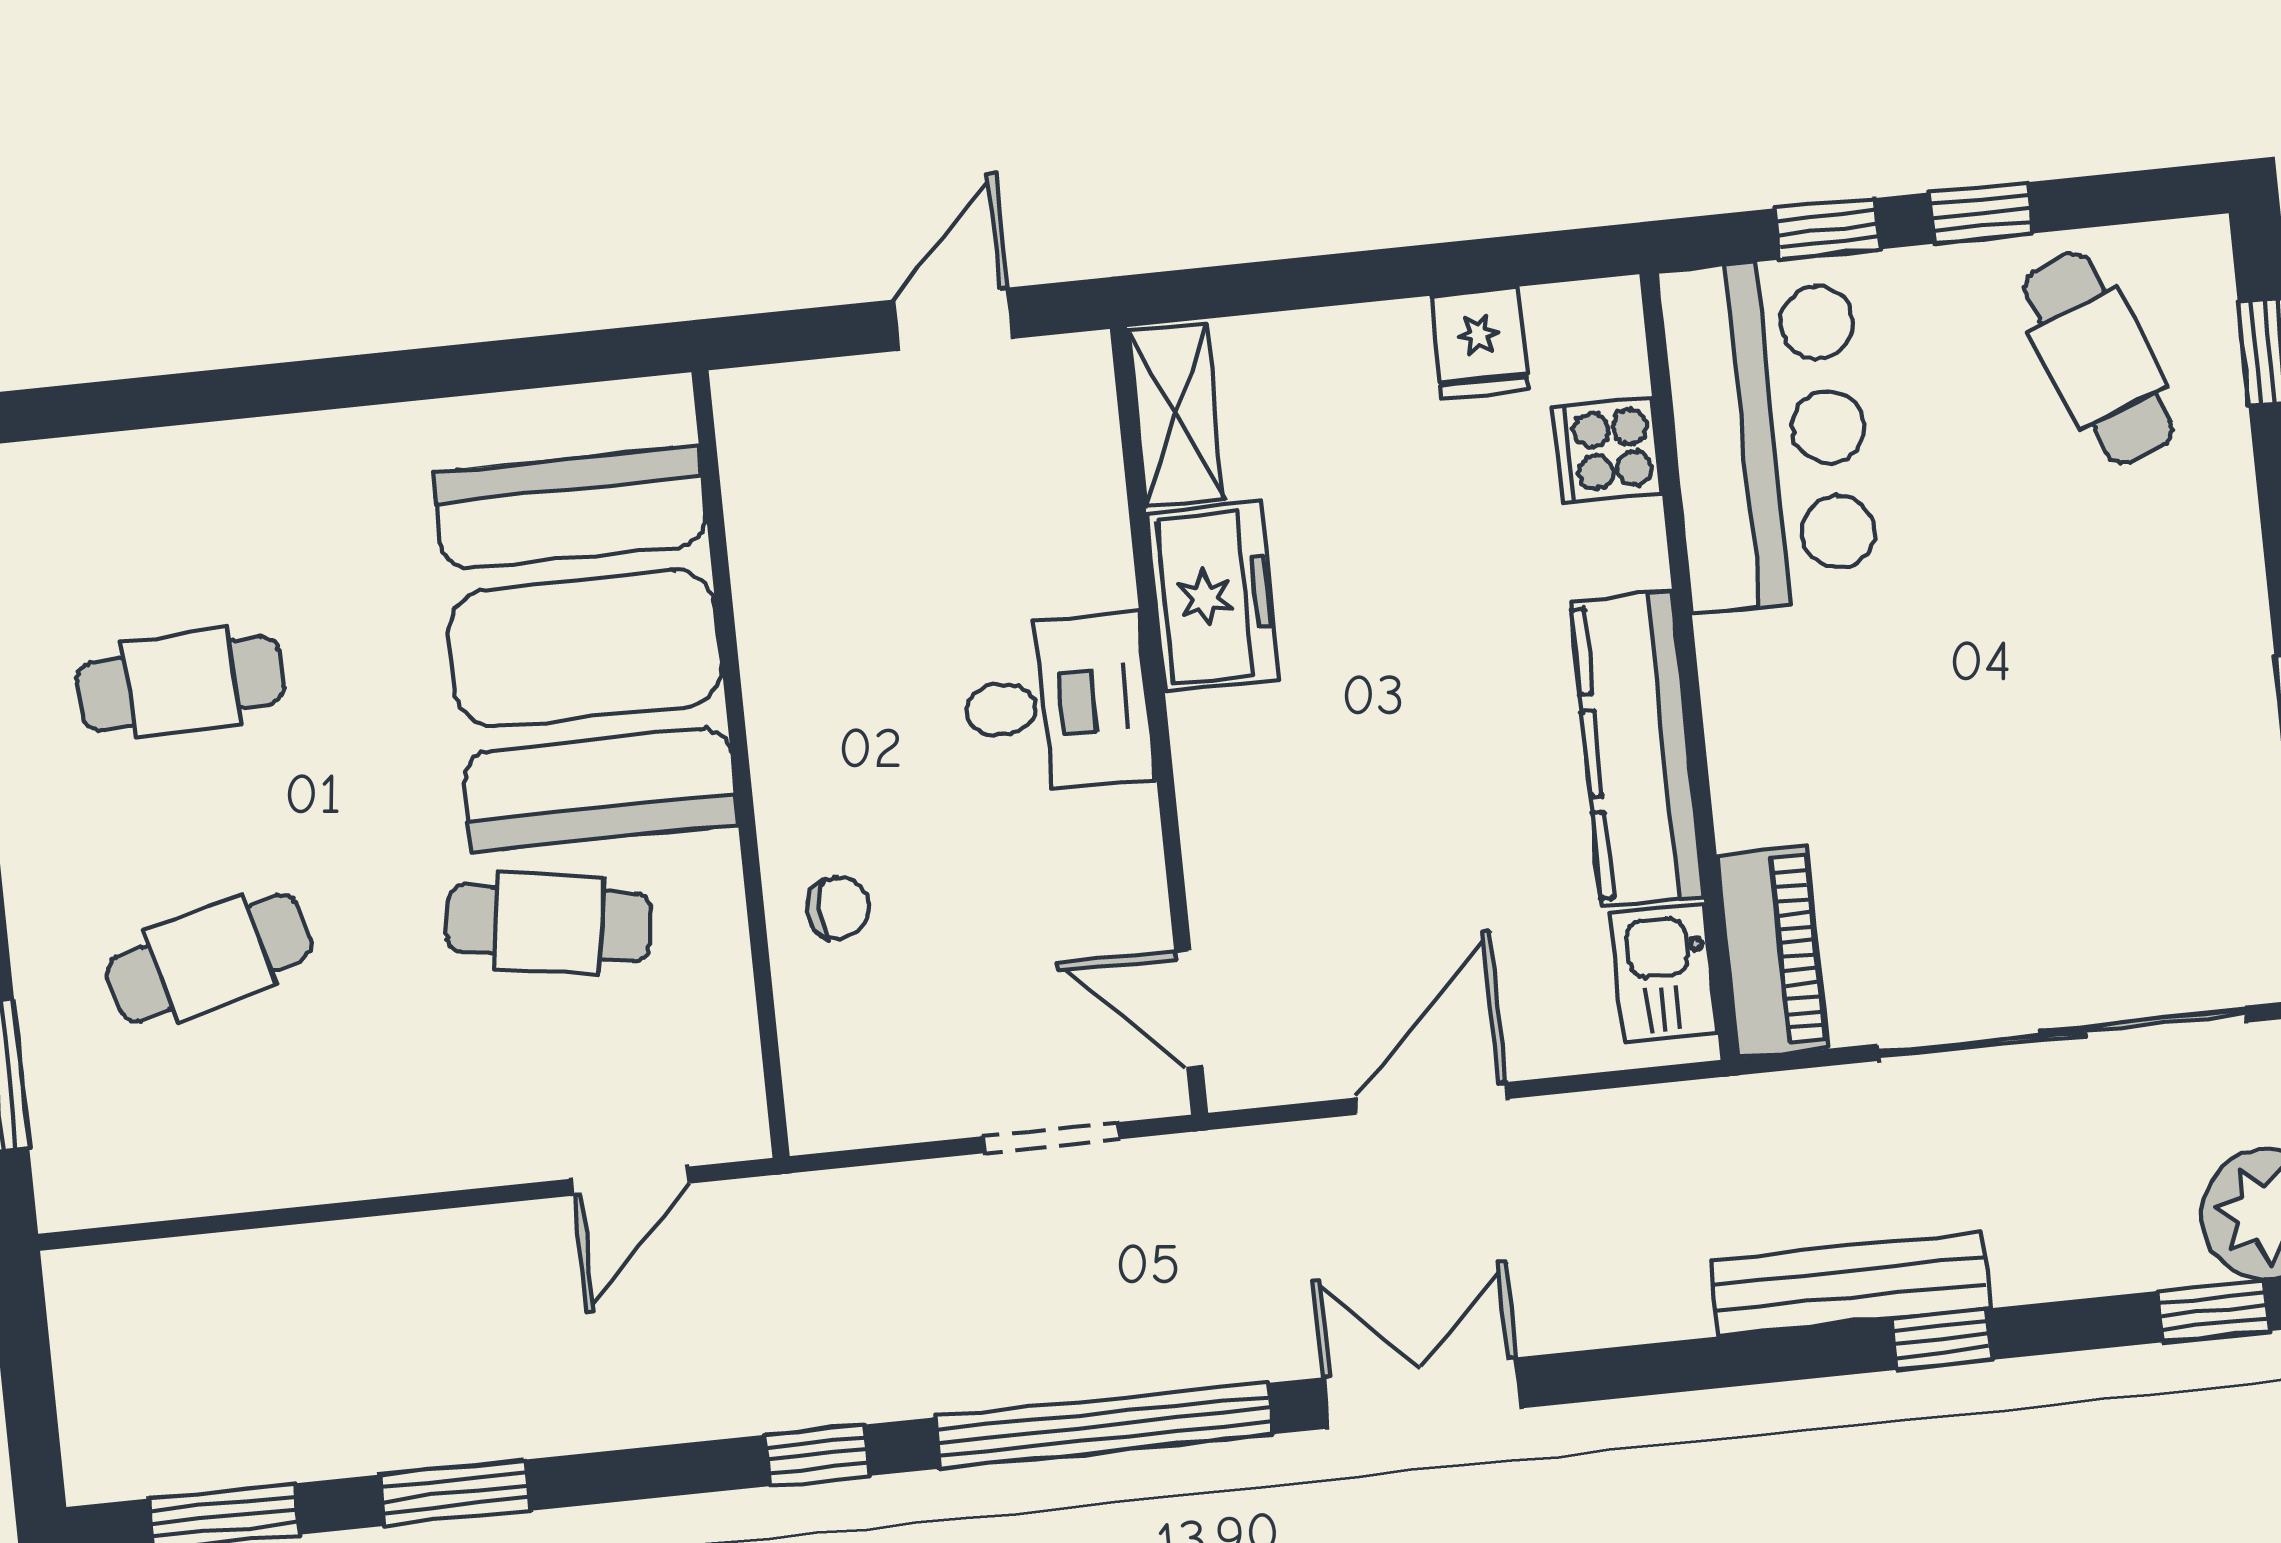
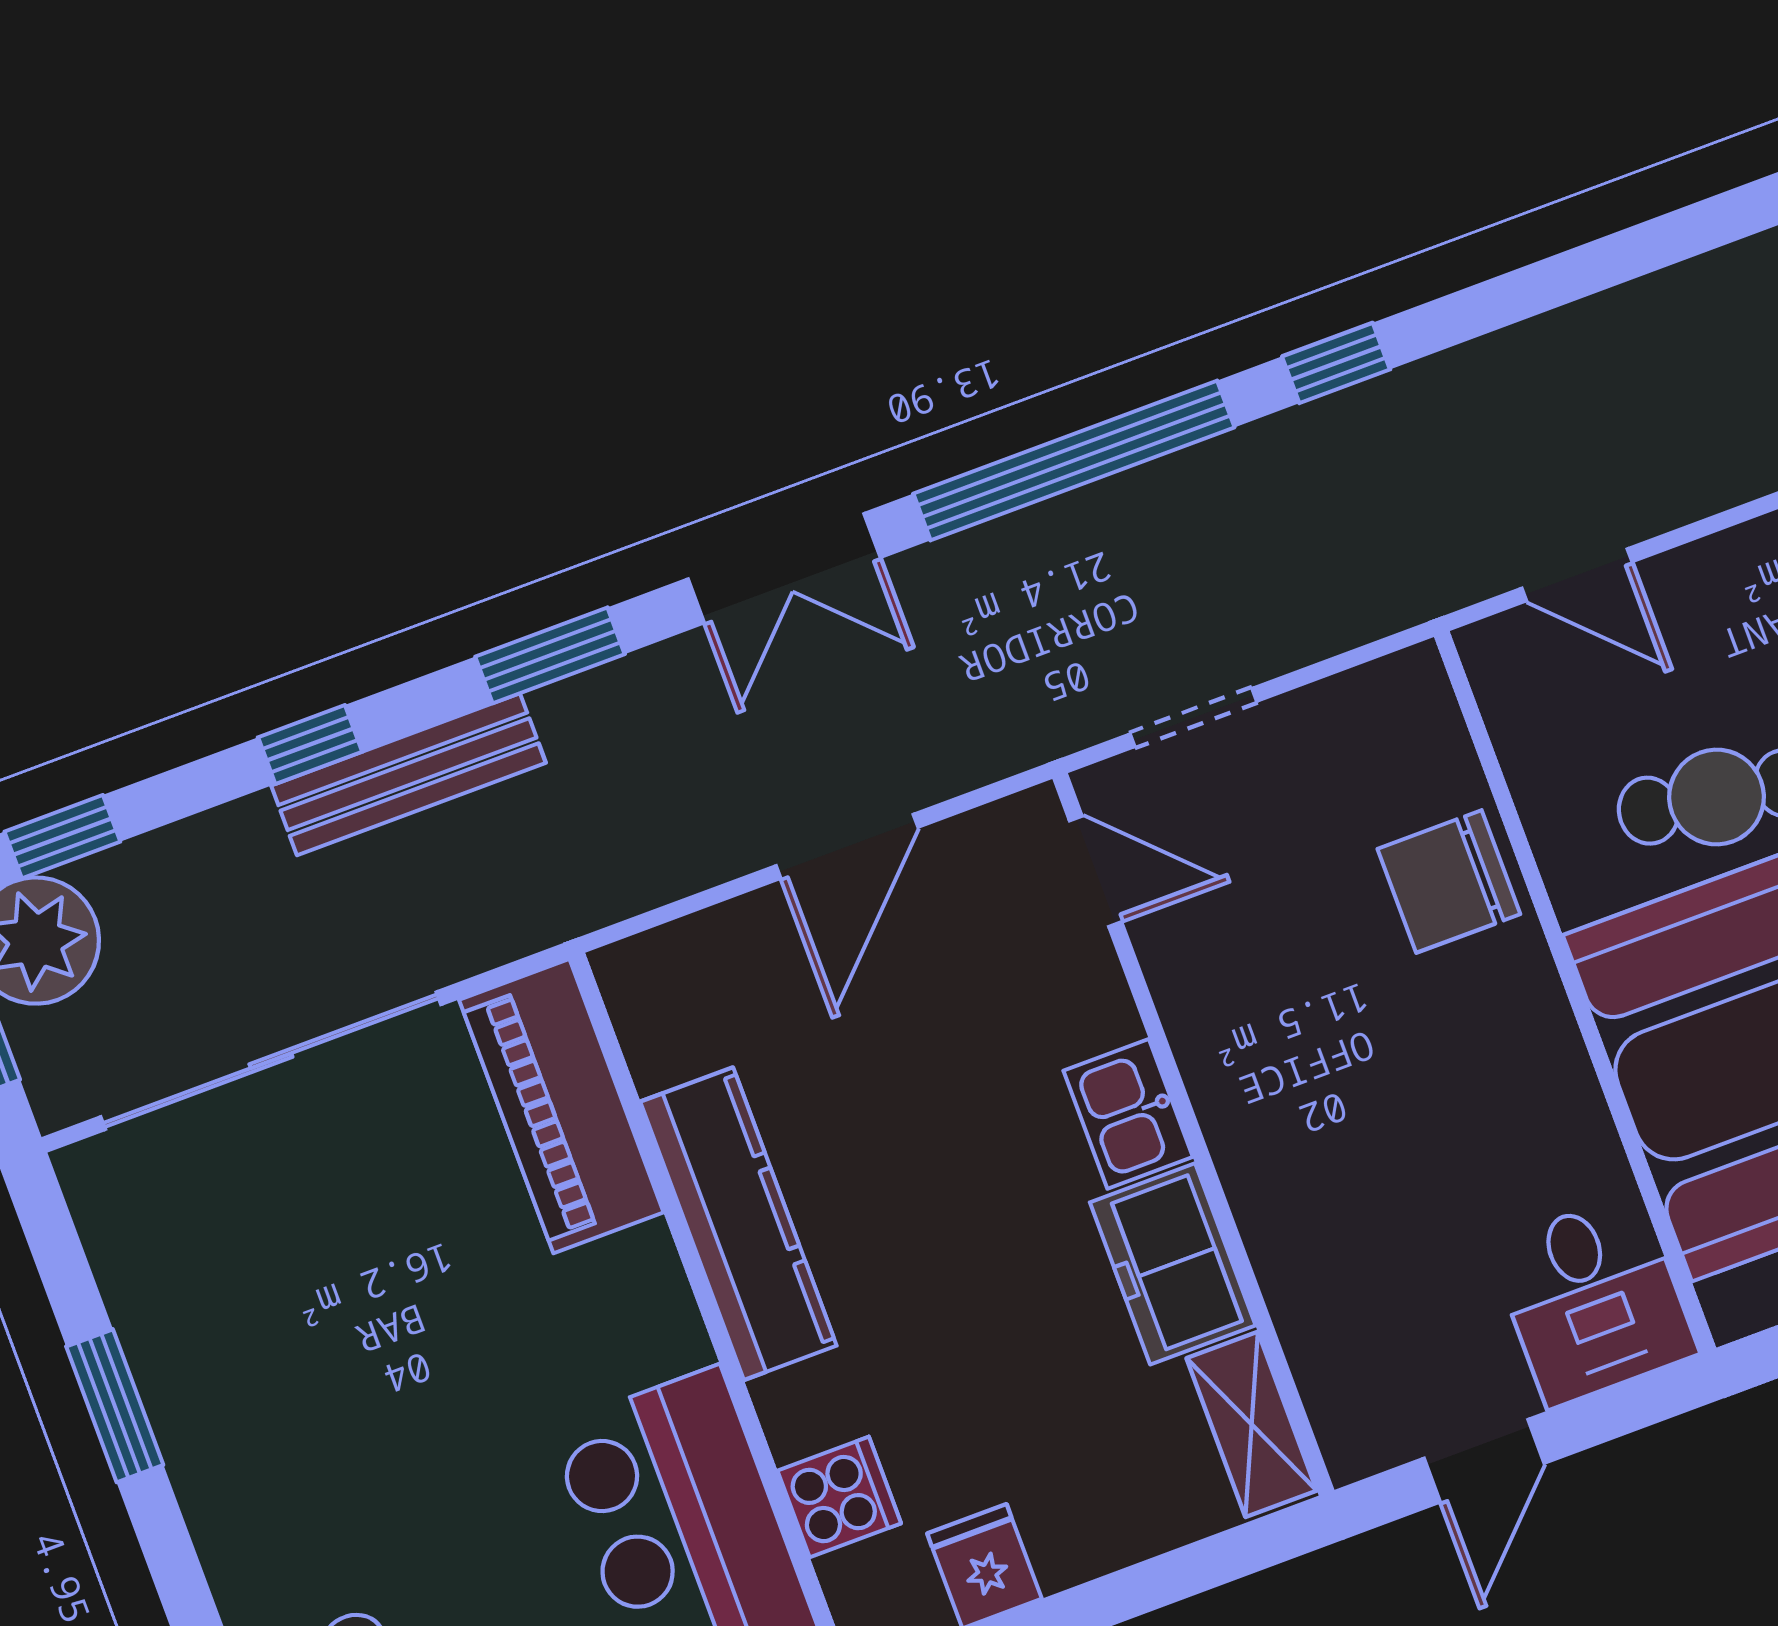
desk: (1057, 704) -> (1593, 1300), moved, turned -90
chair: (838, 908) -> (1449, 882), width x1.87, depth x1.87
piano: (1773, 952) -> (561, 1106), width x1.37, depth x1.33
kitchen sink: (1664, 973) -> (1128, 1114), moved, turned 180
door: (631, 1181) -> (1577, 575), swing flipped
window: (455, 1493) -> (550, 655), moved

